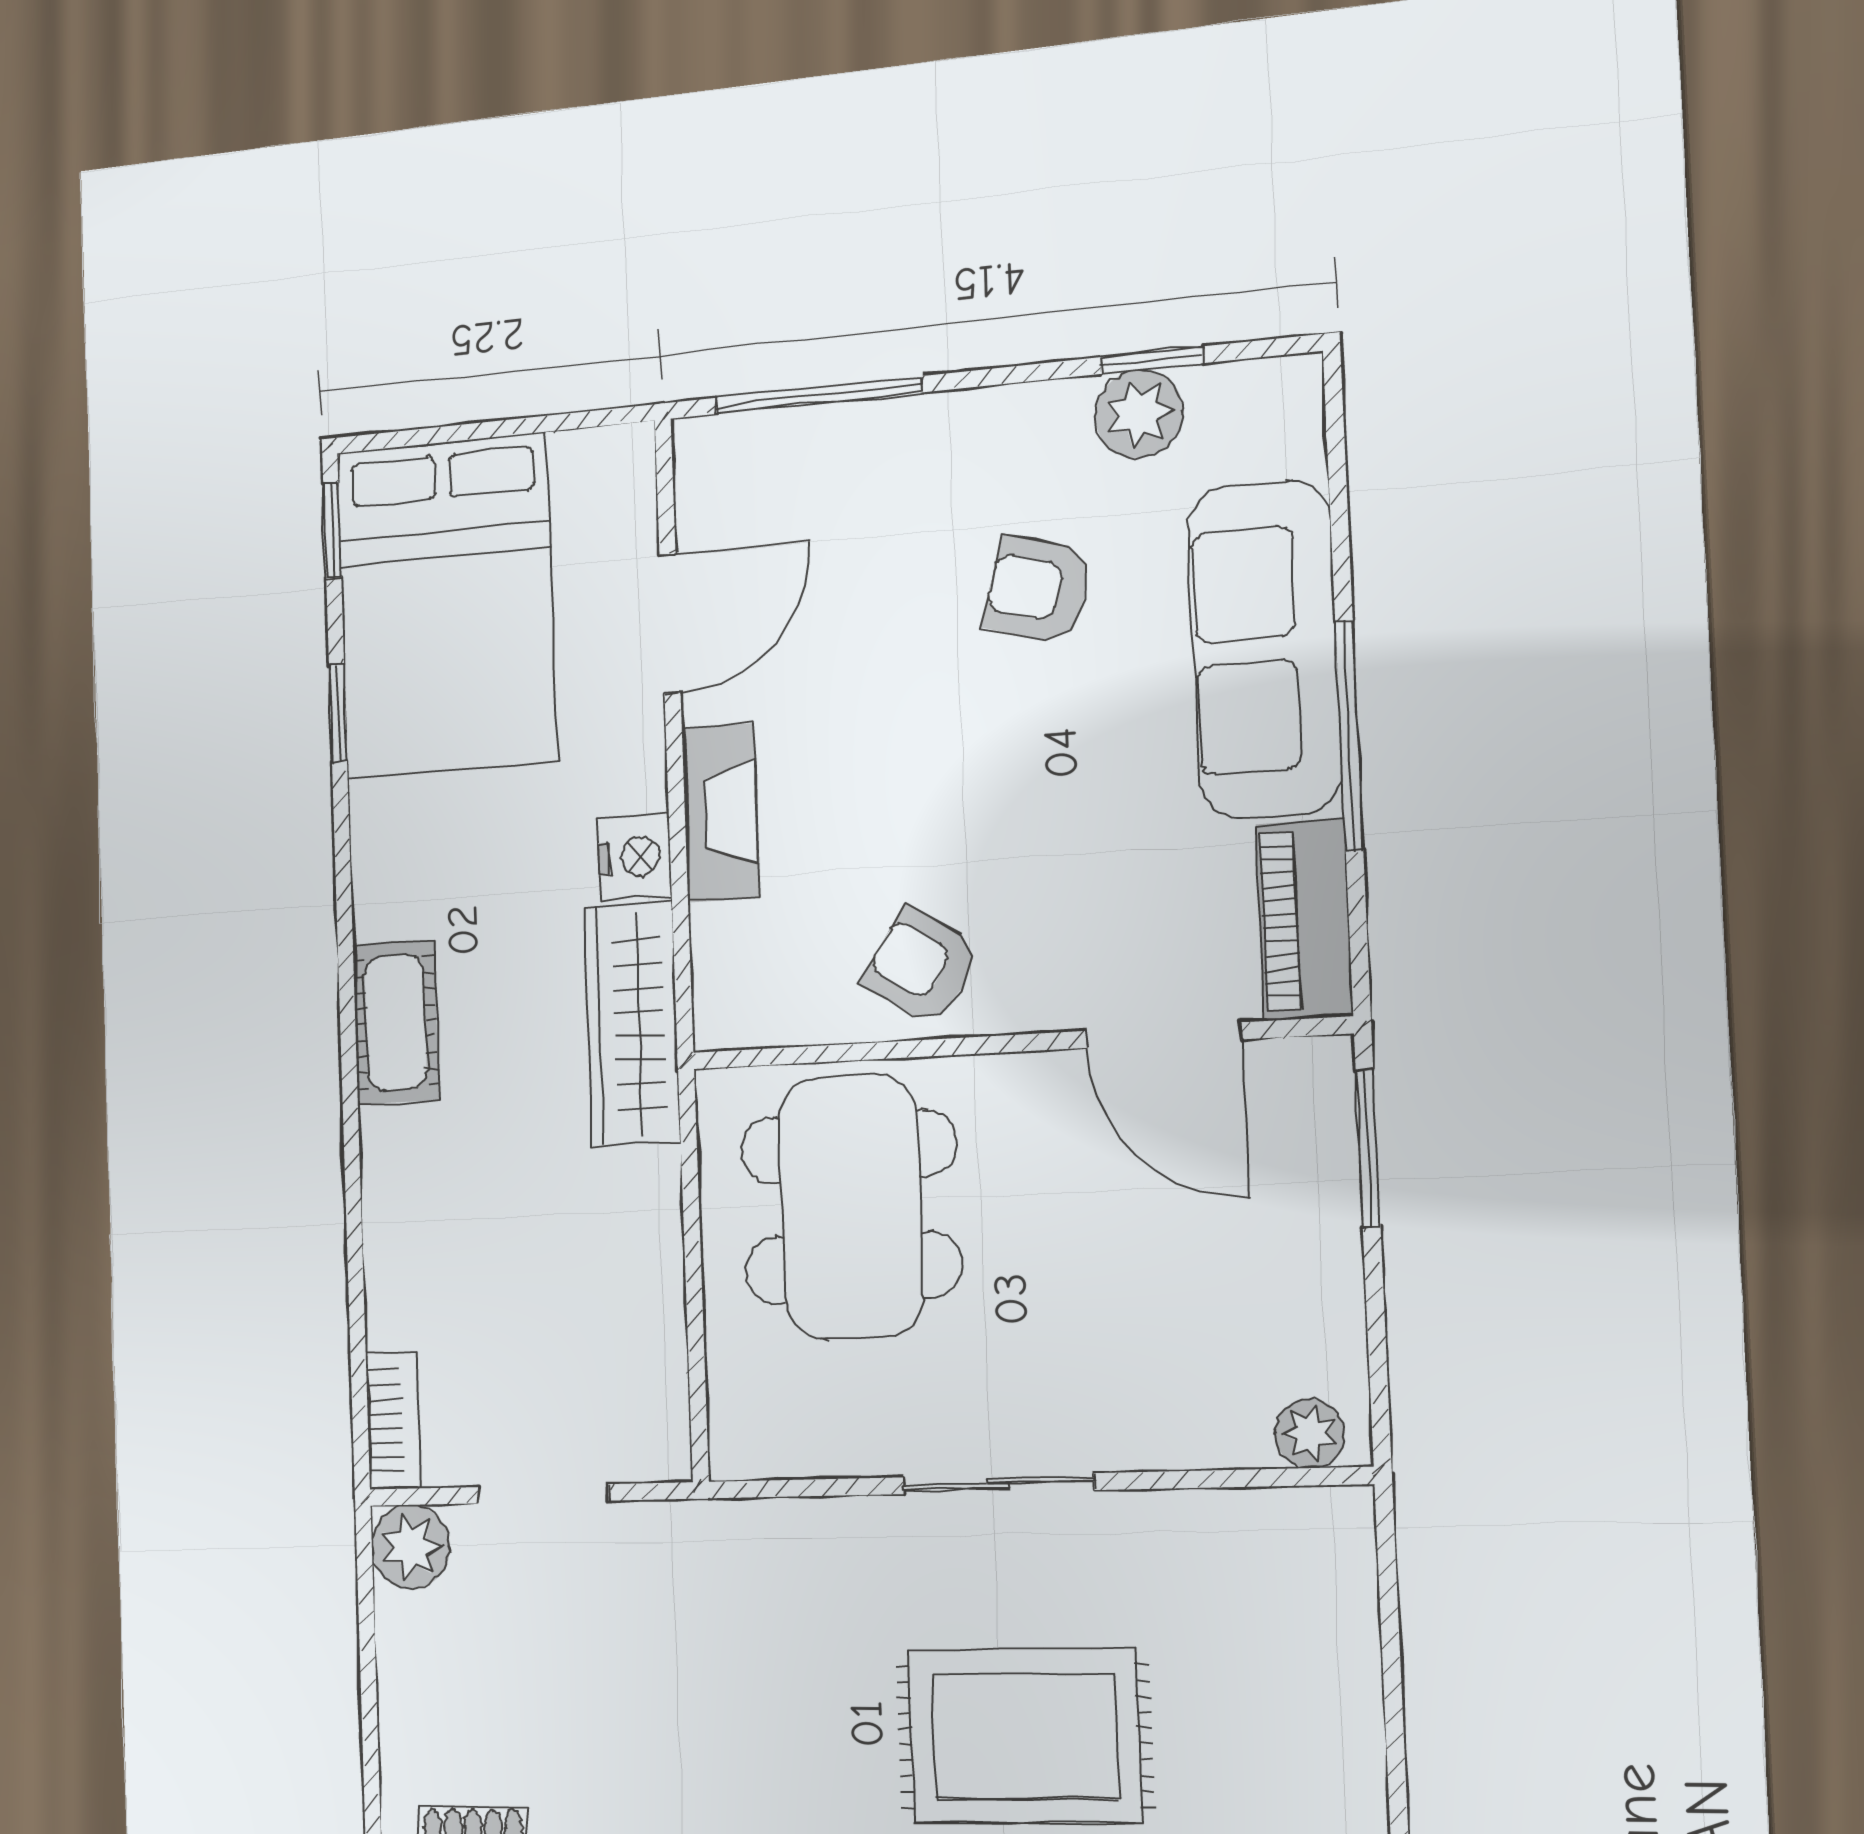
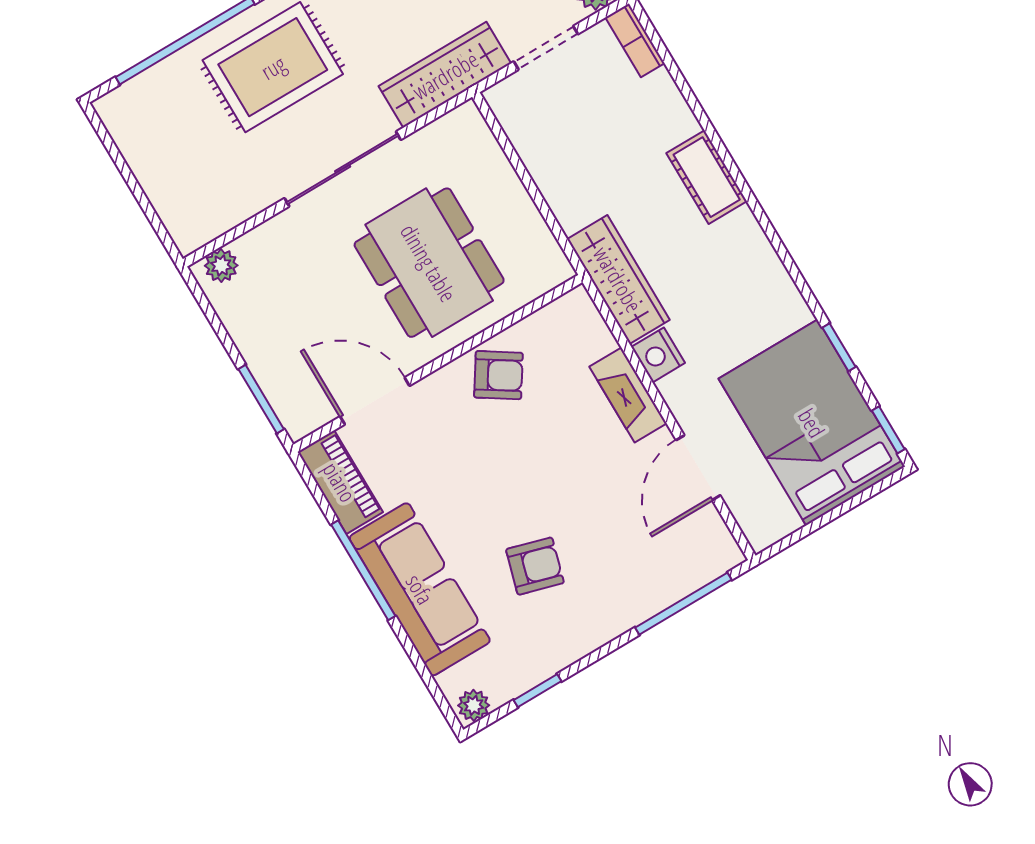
plant: (1139, 414) -> (474, 705), moved, width x0.73, depth x0.73
cot: (396, 1022) -> (707, 177), moved
dining table: (851, 1207) -> (429, 263), moved
sliding door: (998, 1484) -> (343, 169), width x1.37
wardrobe: (735, 1547) -> (445, 75), added

